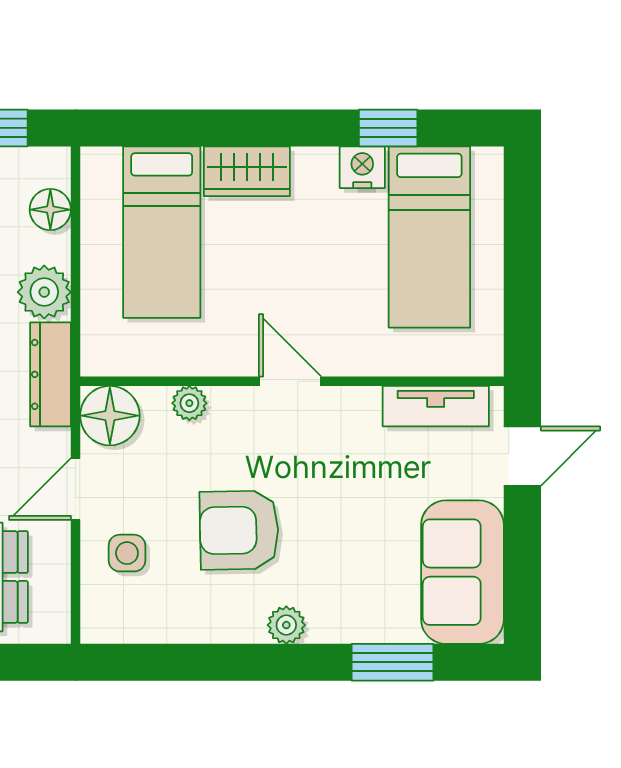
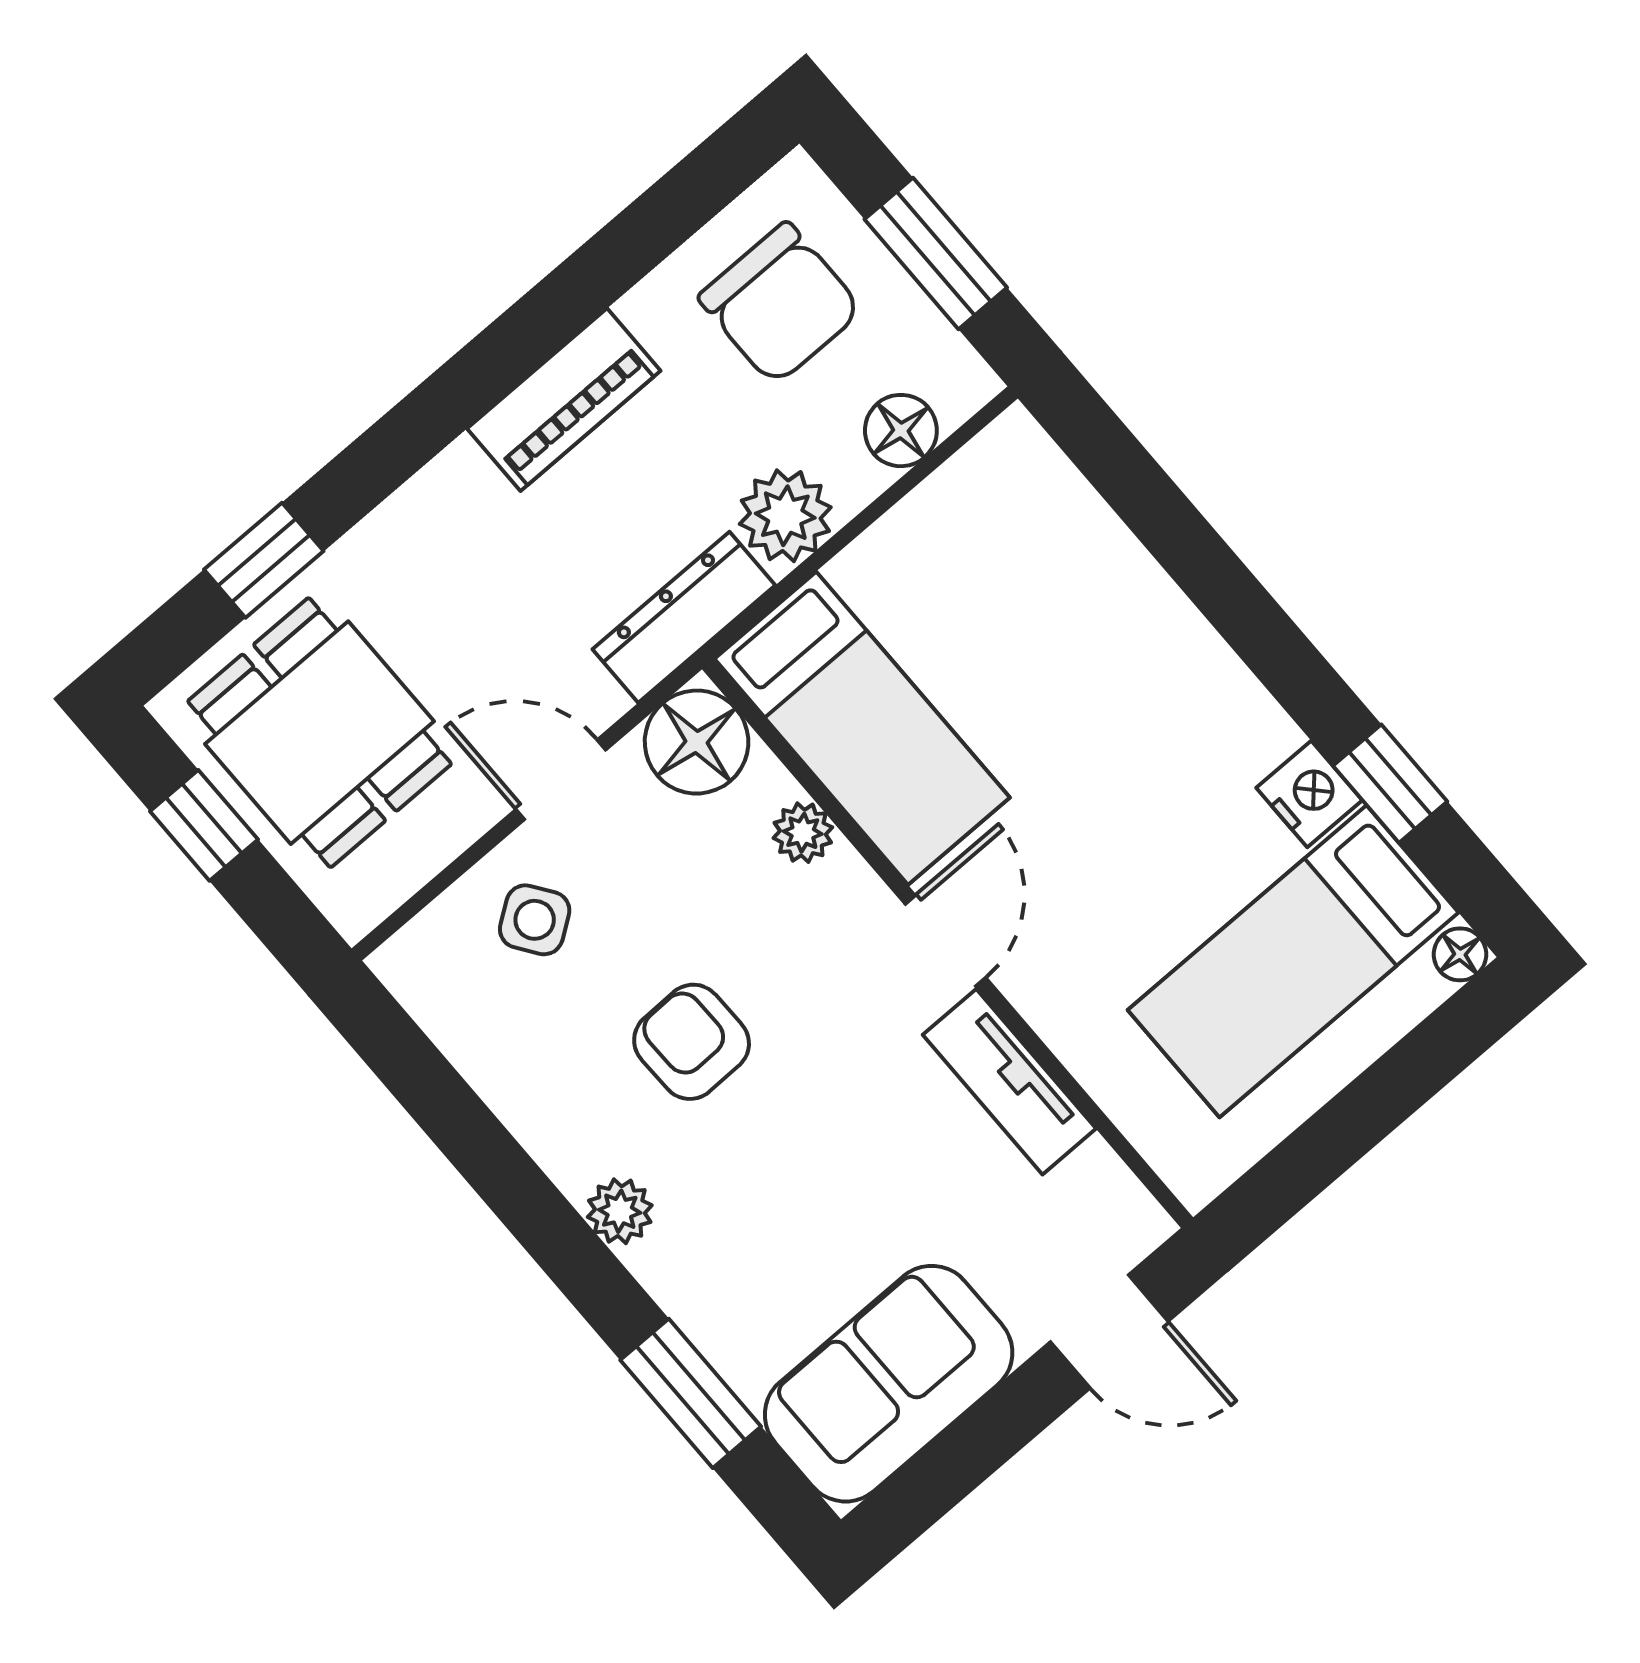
floor lamp: (489, 161) -> (1460, 954), added
wardrobe: (247, 171) -> (1173, 646), removed
bed: (162, 232) -> (862, 728), moved, turned -90
tv unit: (436, 406) -> (1009, 1082), moved
armchair: (239, 530) -> (692, 1042), width x0.72, depth x0.72
side table: (127, 553) -> (535, 920), turned -35

